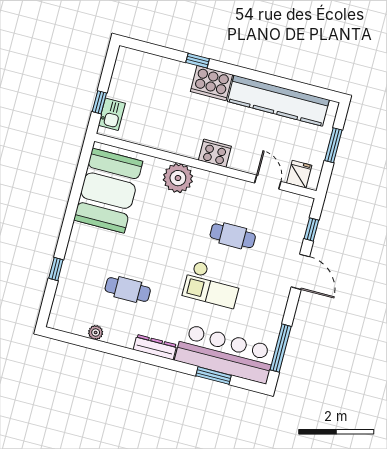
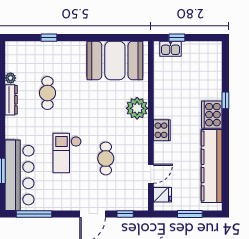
dresser: (155, 347) -> (11, 100), moved

